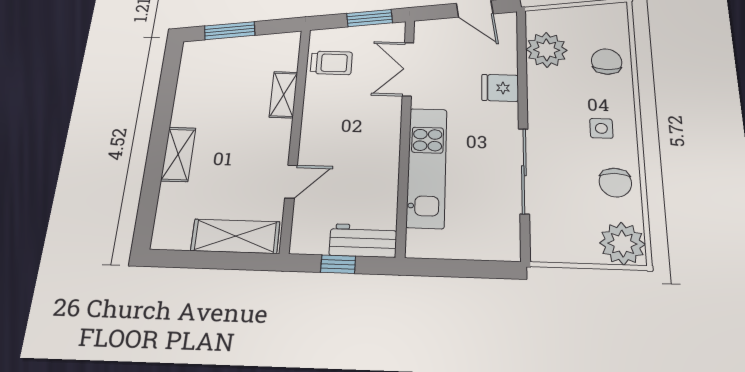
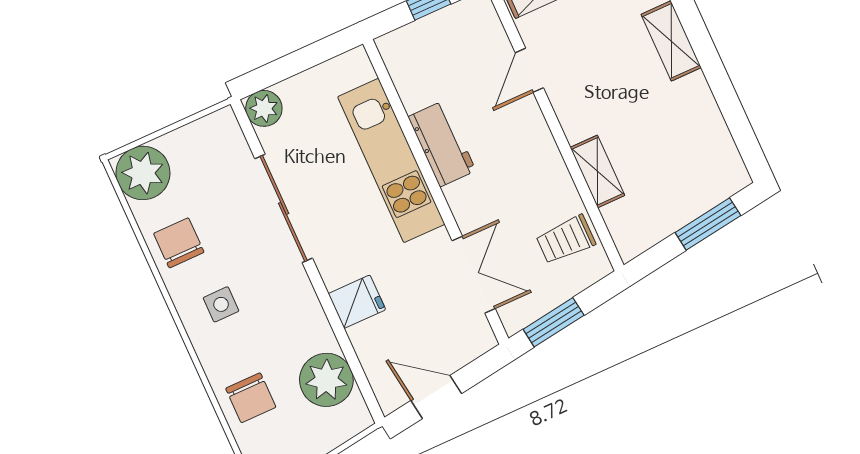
workbench: (363, 240) -> (442, 144), moved, turned -90
plant: (505, 247) -> (264, 108), added

